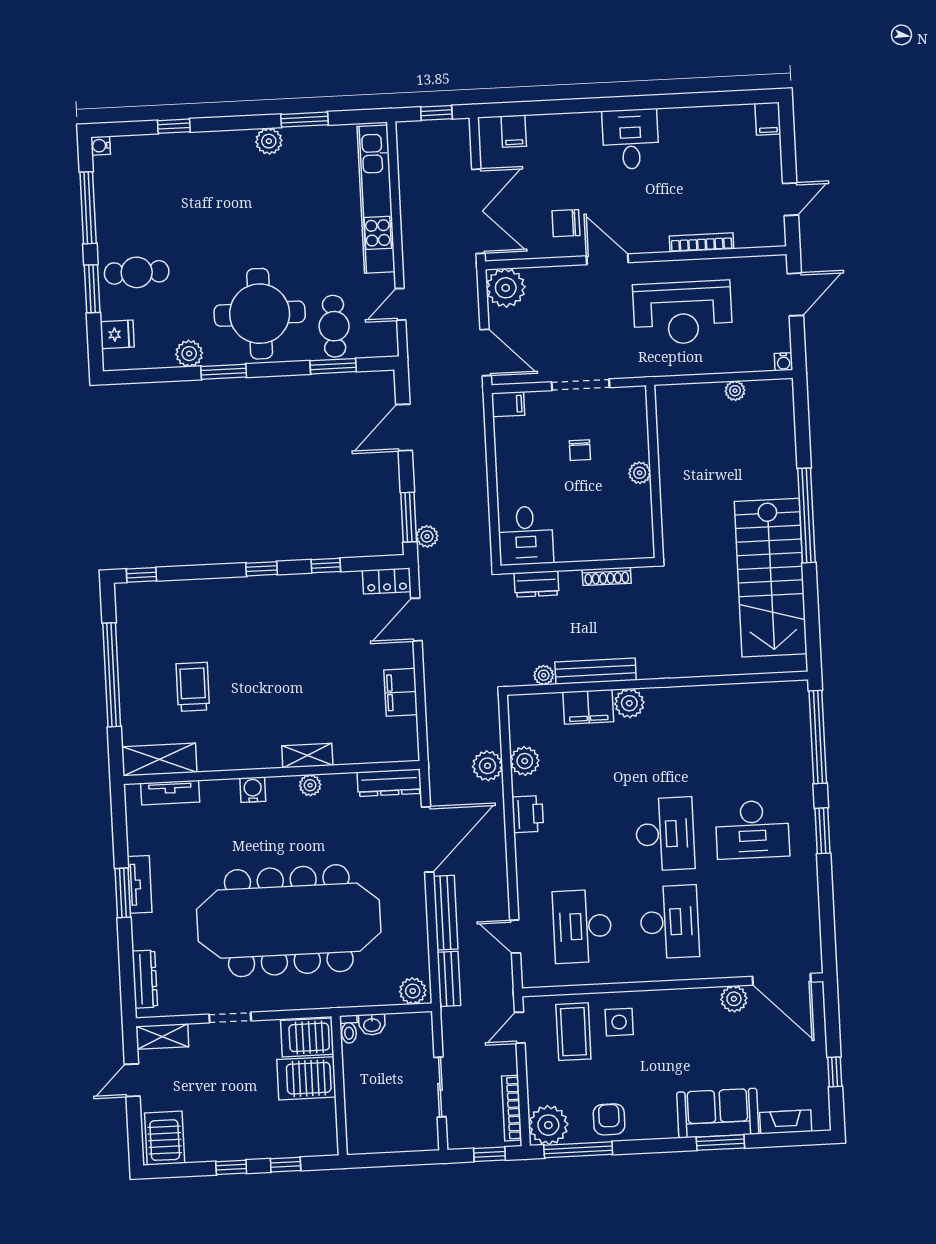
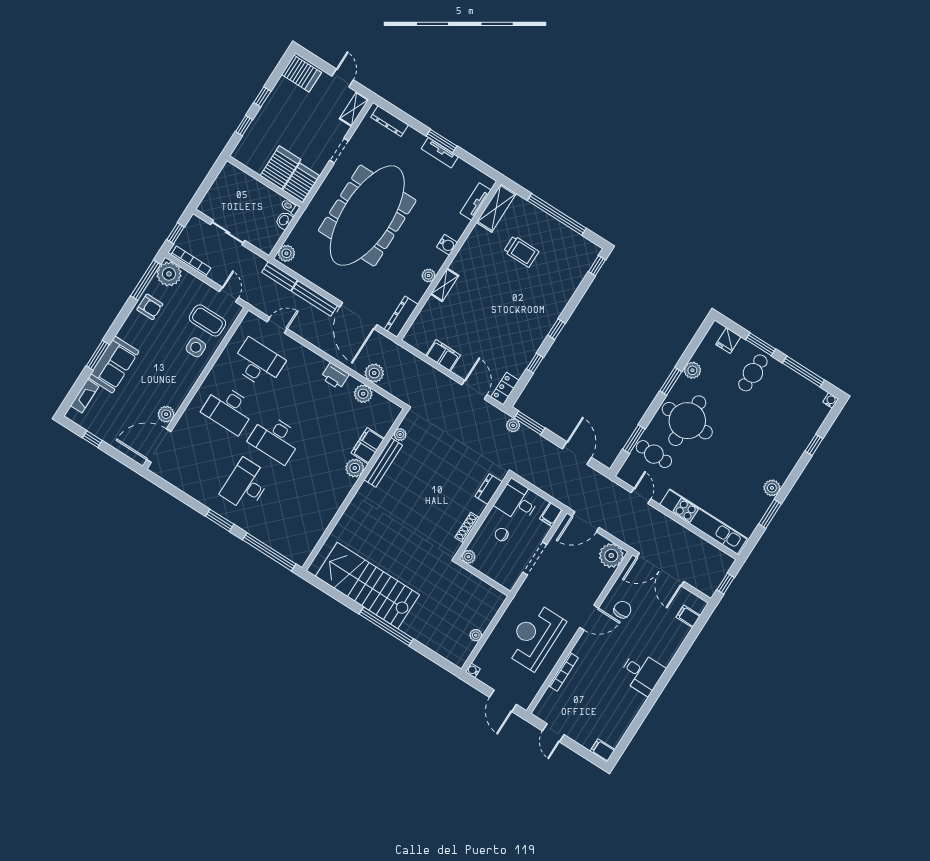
desk: (526, 536) -> (517, 501), moved
wall: (578, 566) -> (483, 517), moved
shoe rack: (607, 576) -> (467, 528), moved
dresser: (537, 584) -> (489, 489), moved

